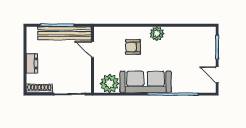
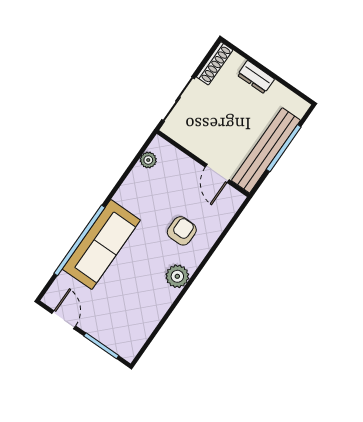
door: (93, 49) -> (217, 173), swing flipped
door: (217, 75) -> (64, 320), hinge flipped
sofa: (146, 82) -> (101, 245), moved
plant: (110, 84) -> (148, 160), width x0.53, depth x0.53

